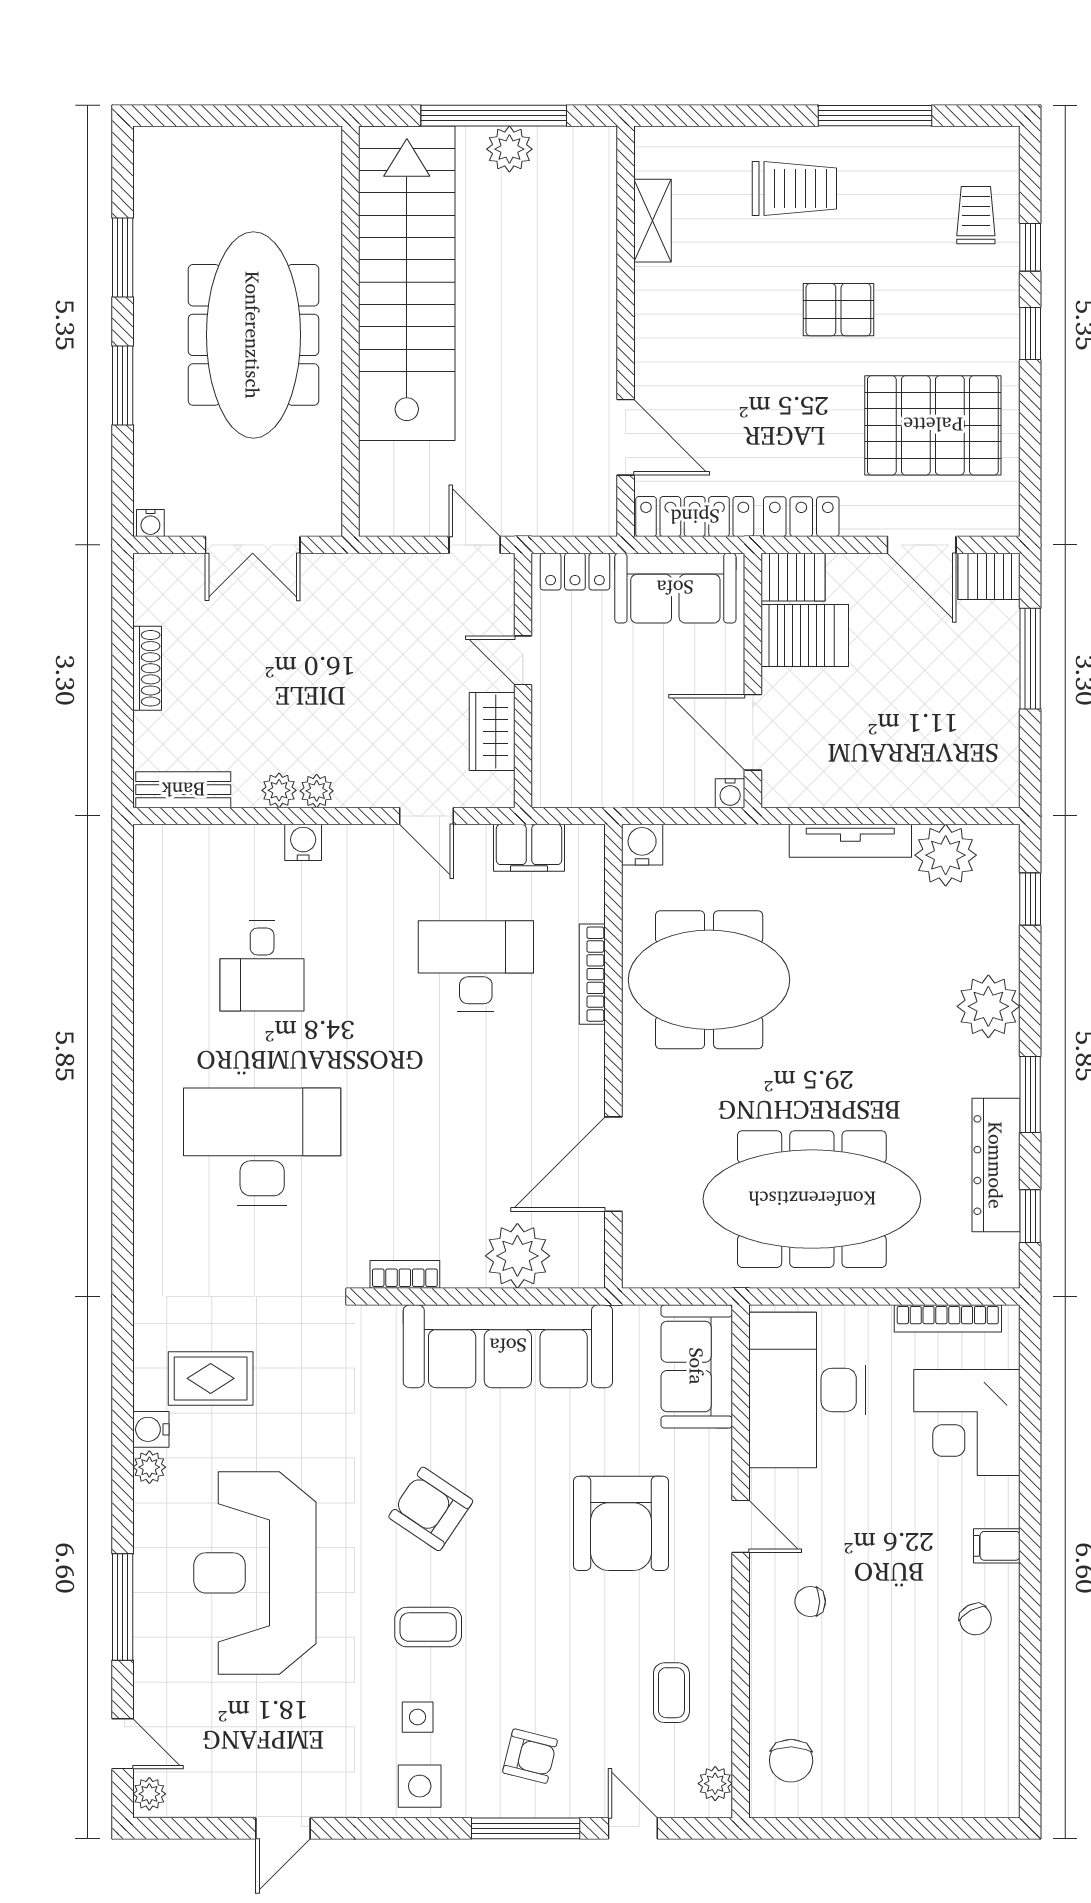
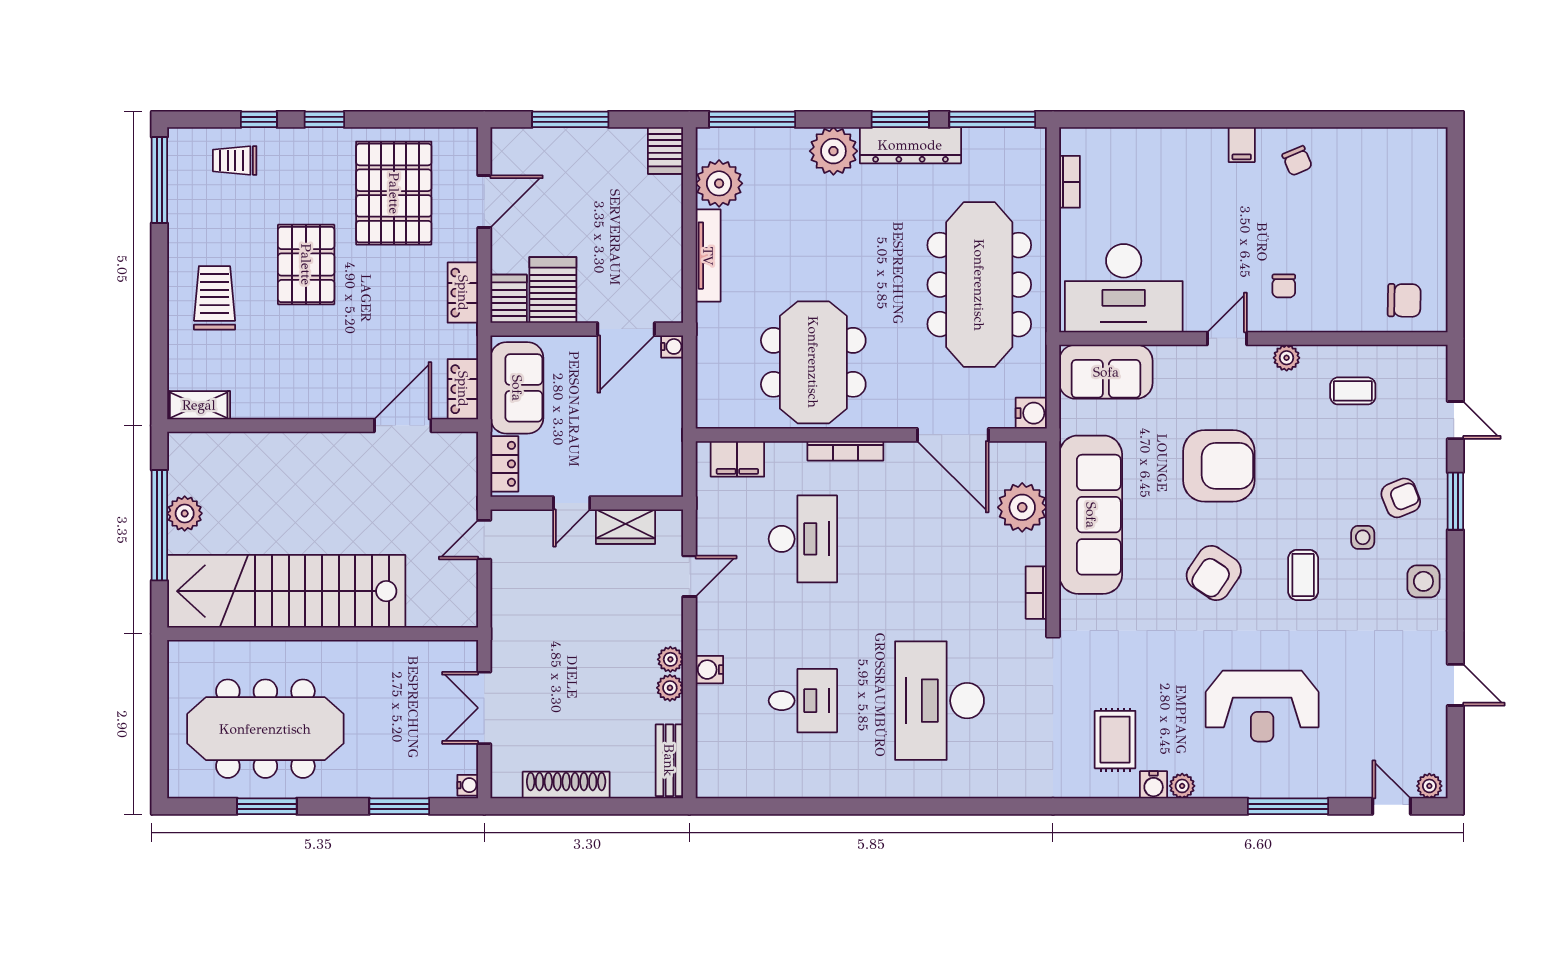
window: (875, 116) -> (159, 180), moved
shelving: (653, 221) -> (199, 405), moved
pallet: (838, 310) -> (306, 264), width x1.50, depth x1.42
meeting table: (253, 335) -> (265, 729), moved
window: (123, 385) -> (399, 806), moved
locker: (695, 517) -> (463, 389), width x0.66
double door: (253, 545) -> (484, 708), swing flipped
server rack: (989, 576) -> (666, 151), moved
shoe rack: (147, 668) -> (566, 785), width x1.36, depth x1.24
water cooler: (642, 845) -> (1031, 413), moved, turned 180
filing cabinet: (529, 848) -> (737, 459), moved, turned 90
window: (1030, 899) -> (752, 119), width x2.17
desk: (476, 966) -> (803, 539), turned 180
bookcase: (592, 974) -> (845, 451), moved
dresser: (996, 1165) -> (910, 145), moved
window: (1030, 1216) -> (992, 119), width x2.17
bookcase: (948, 1318) -> (1070, 182), width x0.64
corner desk: (967, 1422) -> (1148, 167), removed
armchair: (621, 1523) -> (1219, 466), moved
reception desk: (255, 1573) -> (1262, 706), width x0.74, depth x0.77
chair: (975, 1619) -> (1297, 161), turned 95
side table: (418, 1717) -> (1363, 537), moved
door: (123, 1744) -> (1392, 806), hinge flipped
armchair: (530, 1756) -> (1401, 498), turned 54
plant: (715, 1784) -> (1287, 358), moved
window: (526, 1828) -> (1455, 501), width x0.69
door: (633, 1828) -> (1455, 420), swing flipped

